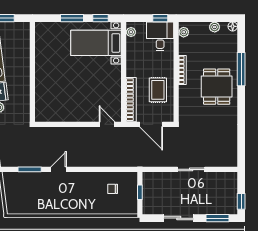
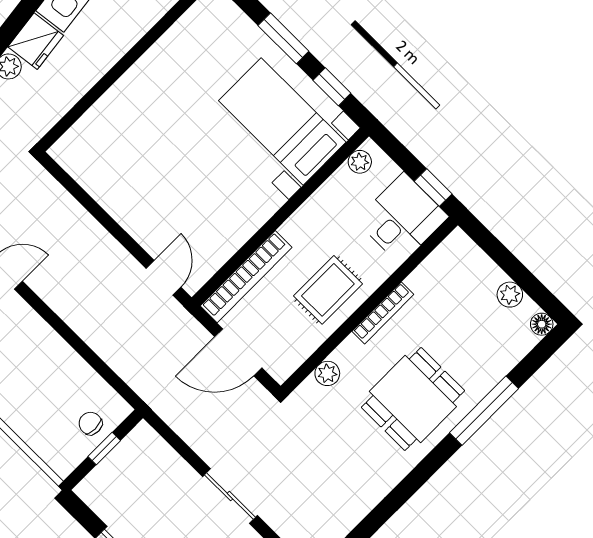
plant: (184, 32) -> (327, 373), moved
rug: (158, 90) -> (328, 290), moved
door: (151, 124) -> (238, 352), hinge flipped
chair: (113, 189) -> (90, 423), moved

